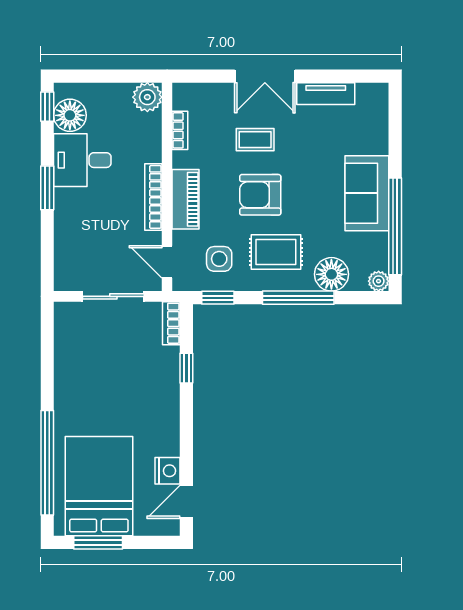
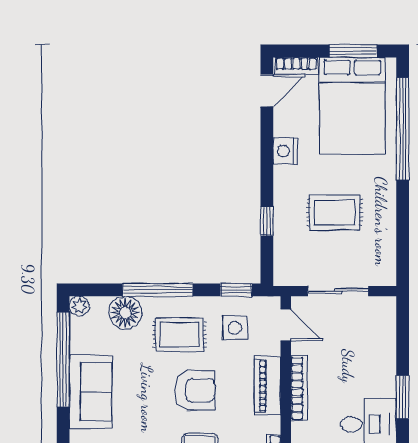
bookcase: (171, 323) -> (296, 66), moved, turned 90
rug: (117, 377) -> (335, 212), added
nightstand: (168, 471) -> (285, 151), moved

